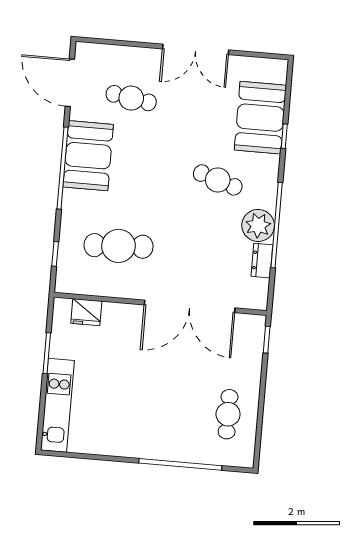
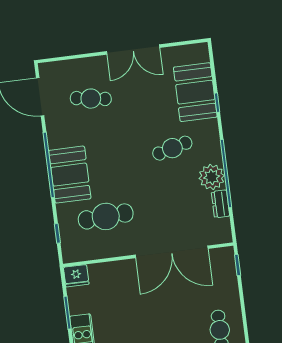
booth: (88, 156) -> (70, 175), moved
cafe table: (218, 180) -> (172, 148), turned -33
fridge: (86, 312) -> (76, 276), moved

